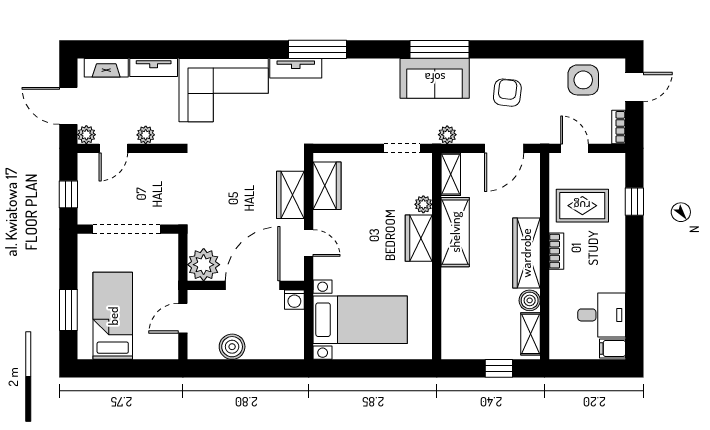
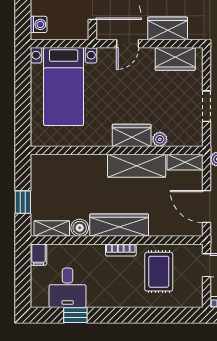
doorway: (402, 148) -> (206, 106), moved
window: (634, 202) -> (75, 315), moved
washing machine: (294, 300) -> (39, 24), moved, turned 180
filing cabinet: (613, 348) -> (38, 255), moved, turned 180

